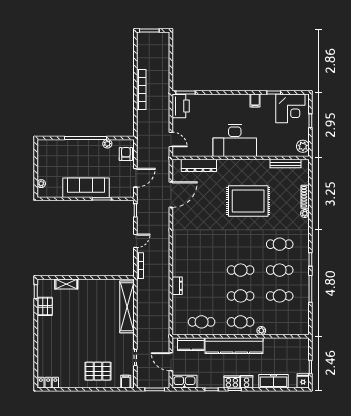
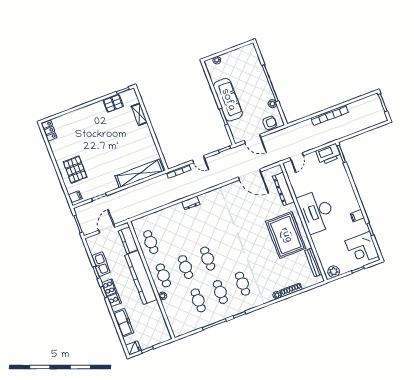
rug: (248, 201) -> (286, 235), moved
dresser: (177, 286) -> (191, 203), moved
kitchen sink: (184, 382) -> (101, 264), moved

